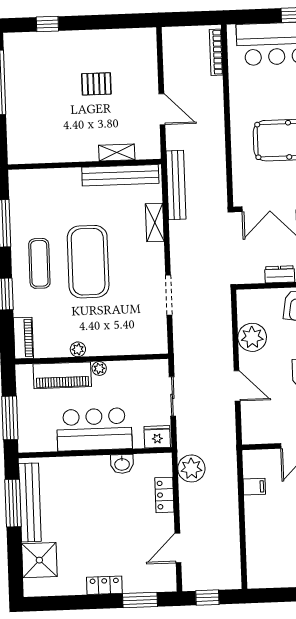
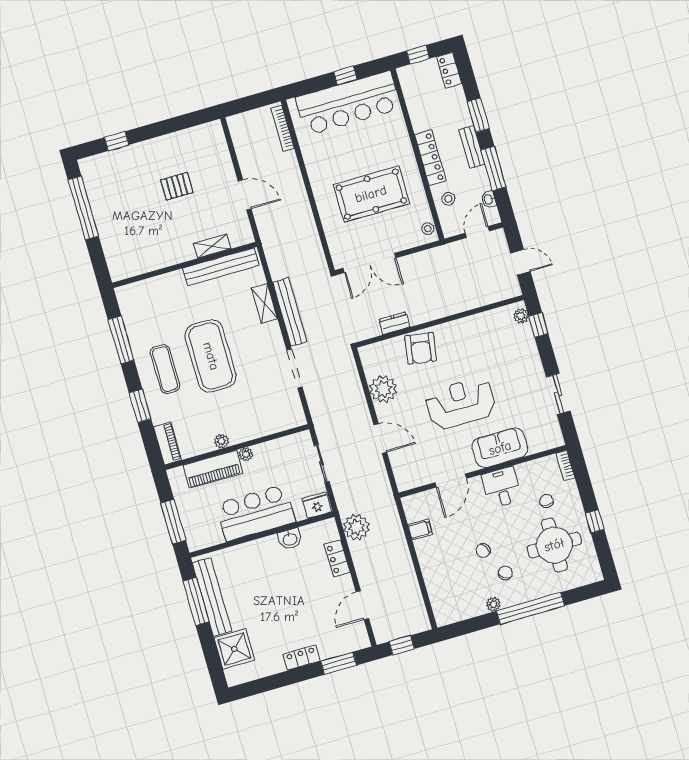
bench: (176, 185) -> (290, 312), moved

